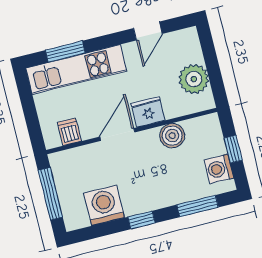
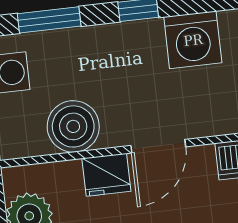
boiler: (172, 136) -> (73, 126), width x1.37, depth x1.37

